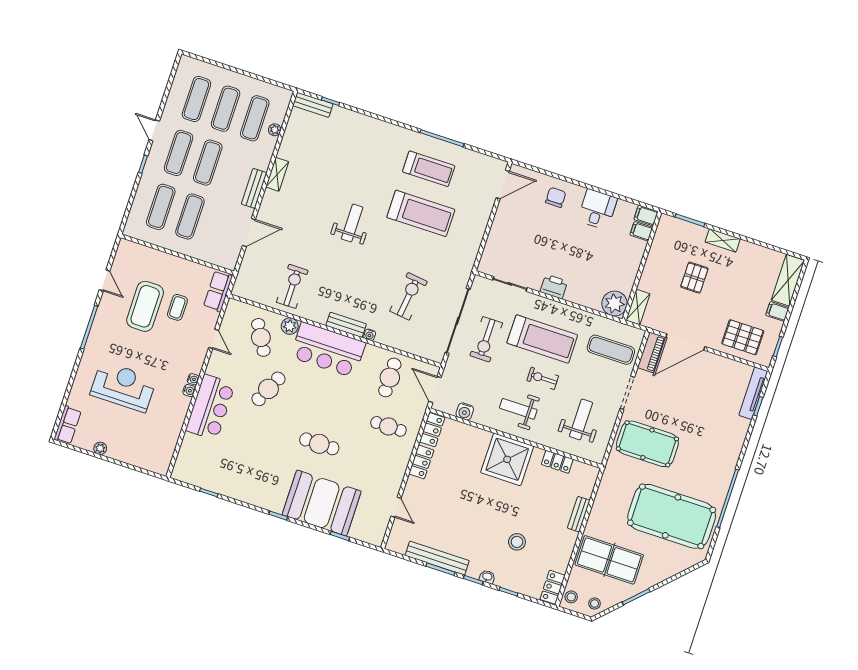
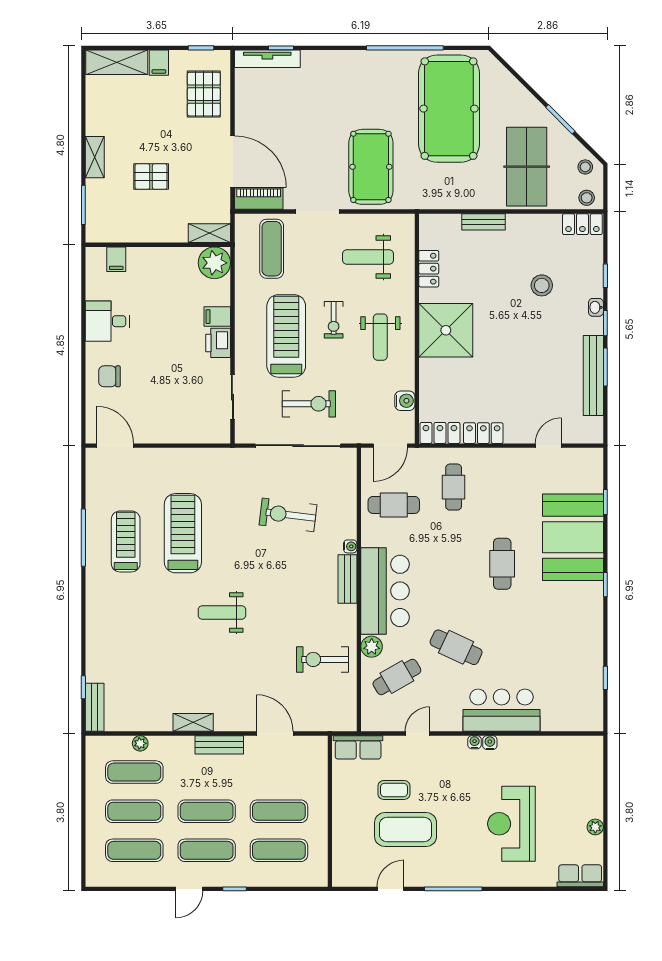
filing cabinet: (646, 215) -> (217, 317), moved, turned 90

